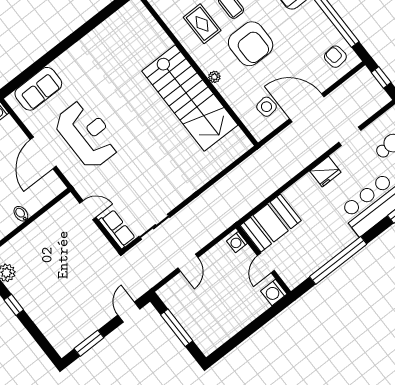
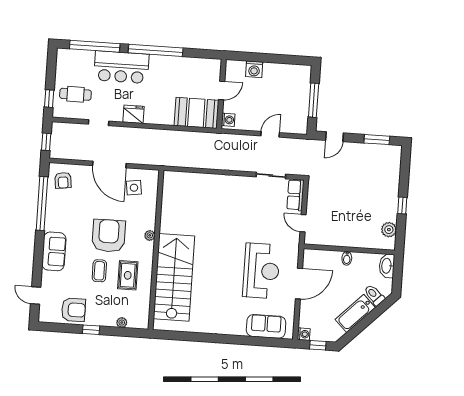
stairs: (190, 98) -> (174, 277), moved
reception desk: (87, 134) -> (261, 271), turned 180
window: (338, 260) -> (156, 50), moved
washing machine: (274, 292) -> (254, 69), moved, turned 90

